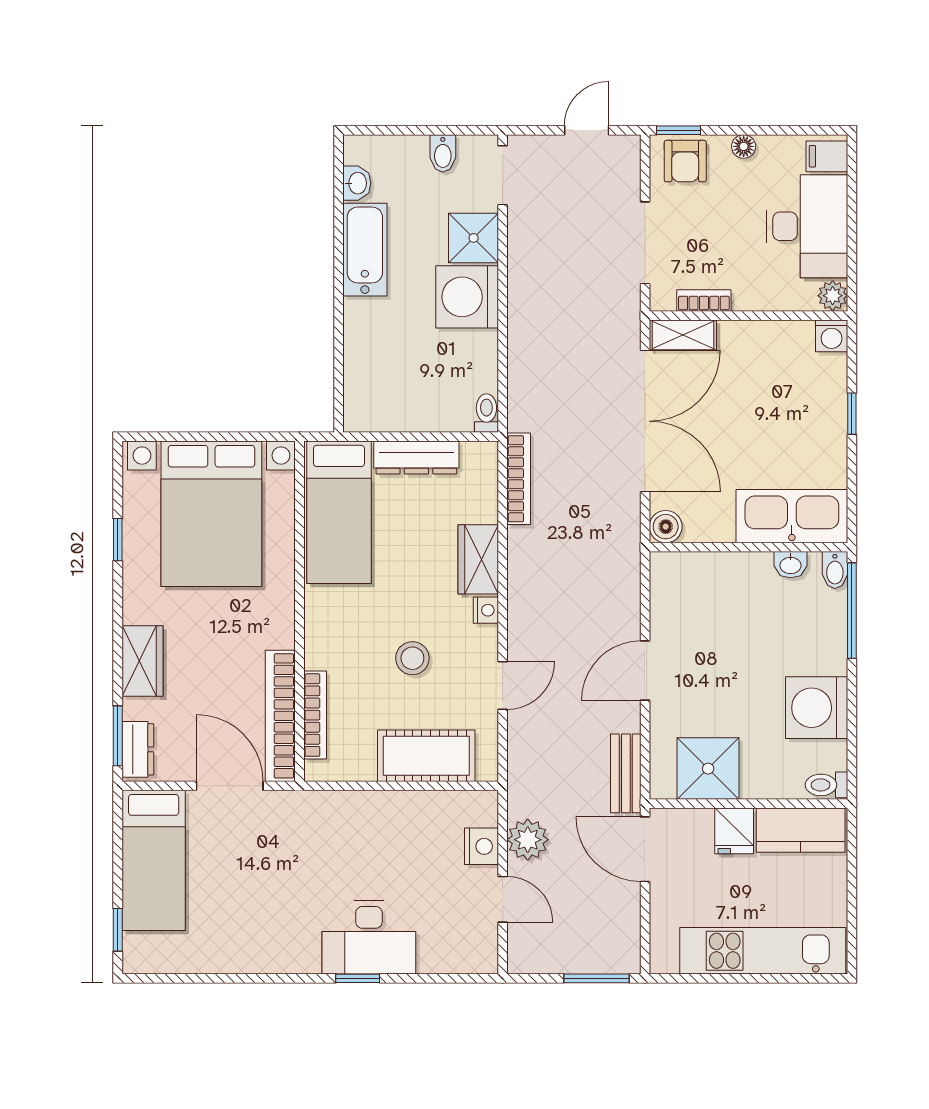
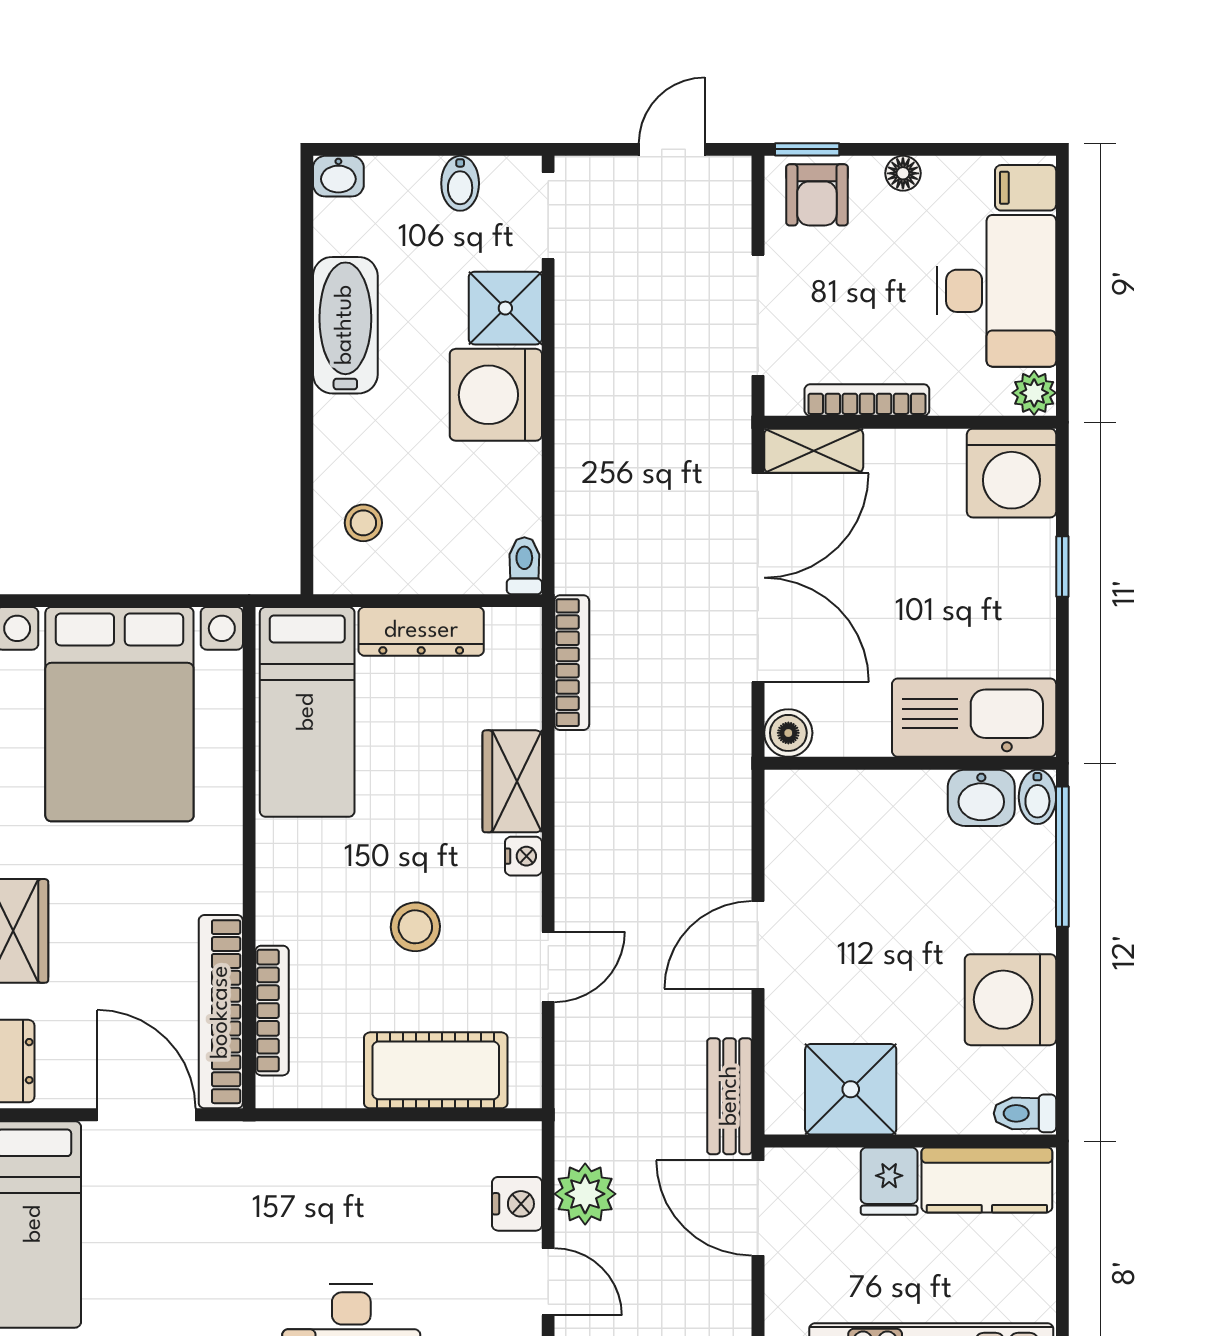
washbasin: (357, 183) -> (338, 176), moved, turned 90
bookcase: (704, 300) -> (867, 400), width x1.56
washing machine: (832, 336) -> (1011, 473), width x1.89, depth x1.89
stool: (377, 384) -> (363, 523), added
washbasin: (791, 565) -> (981, 798), width x1.38, depth x1.45

